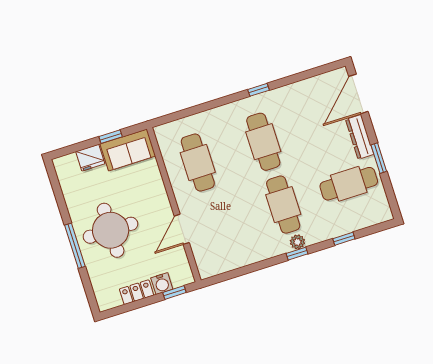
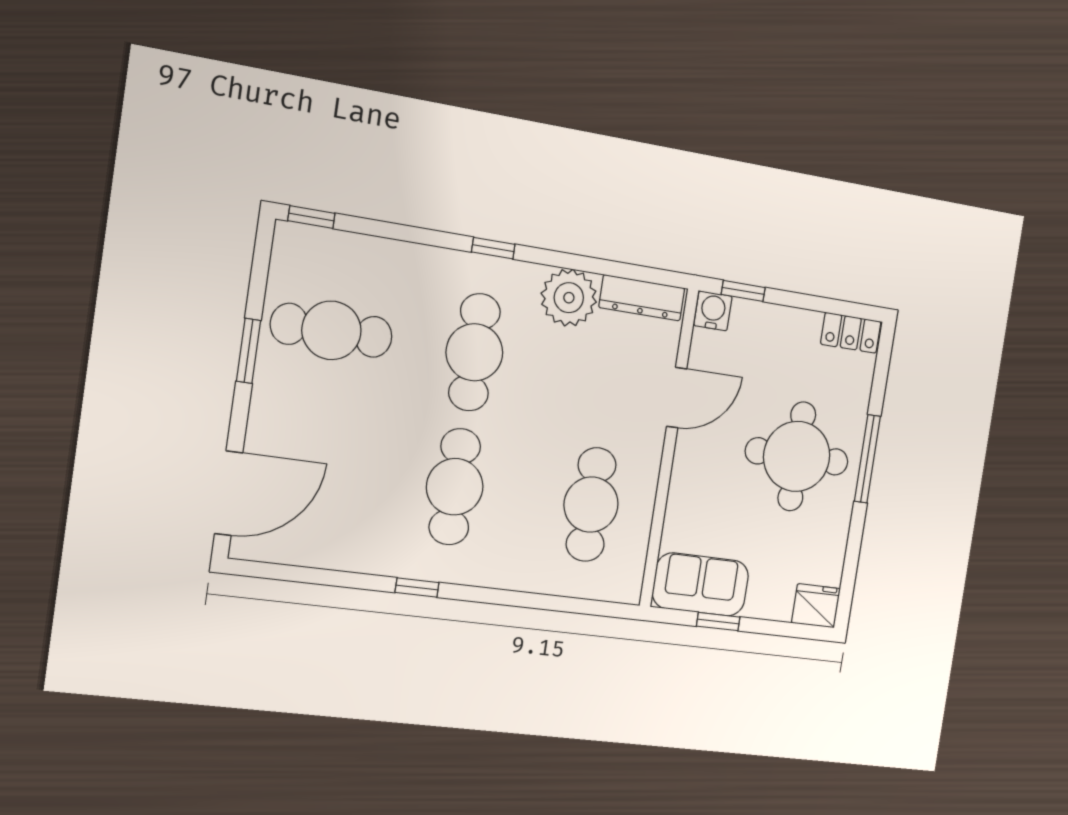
dresser: (360, 137) -> (642, 298), moved, turned 90
fridge: (90, 158) -> (816, 606), moved
window: (344, 239) -> (311, 217), moved
plant: (297, 242) -> (569, 298), moved, width x1.87, depth x1.87
water cooler: (162, 284) -> (713, 311), moved
locker: (137, 292) -> (851, 333), moved

